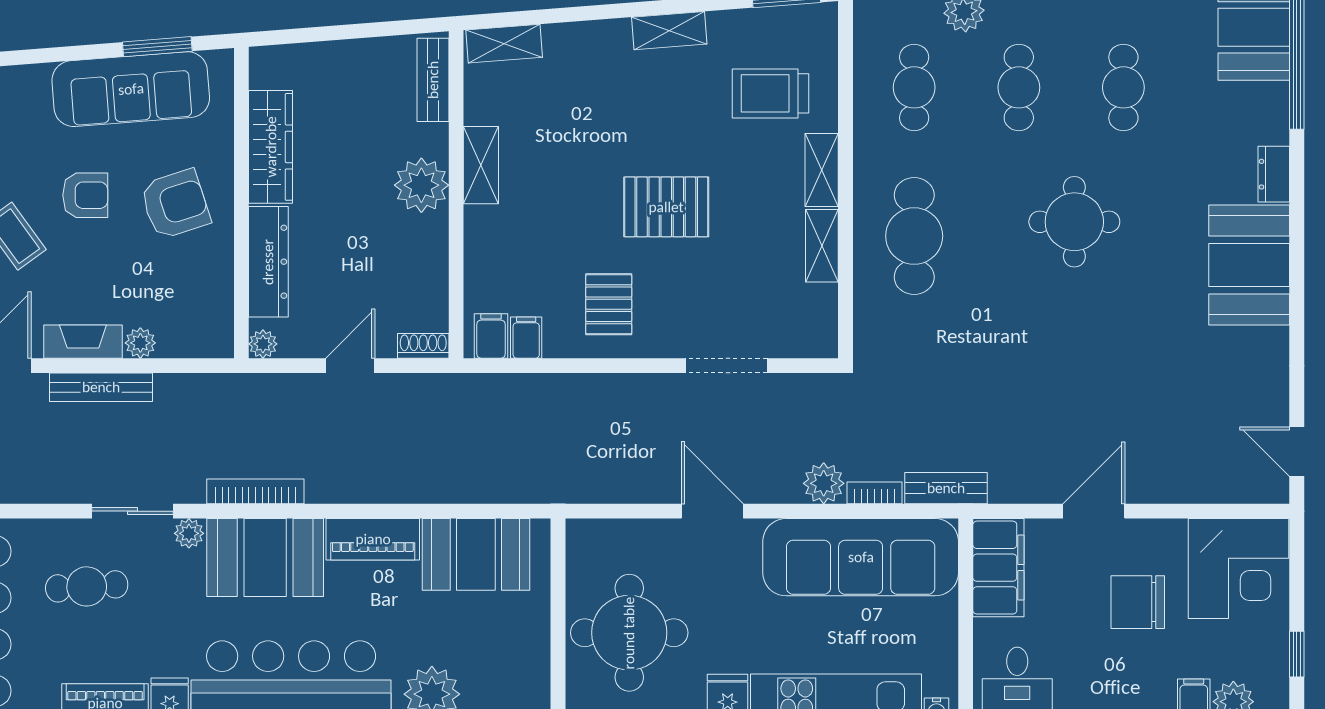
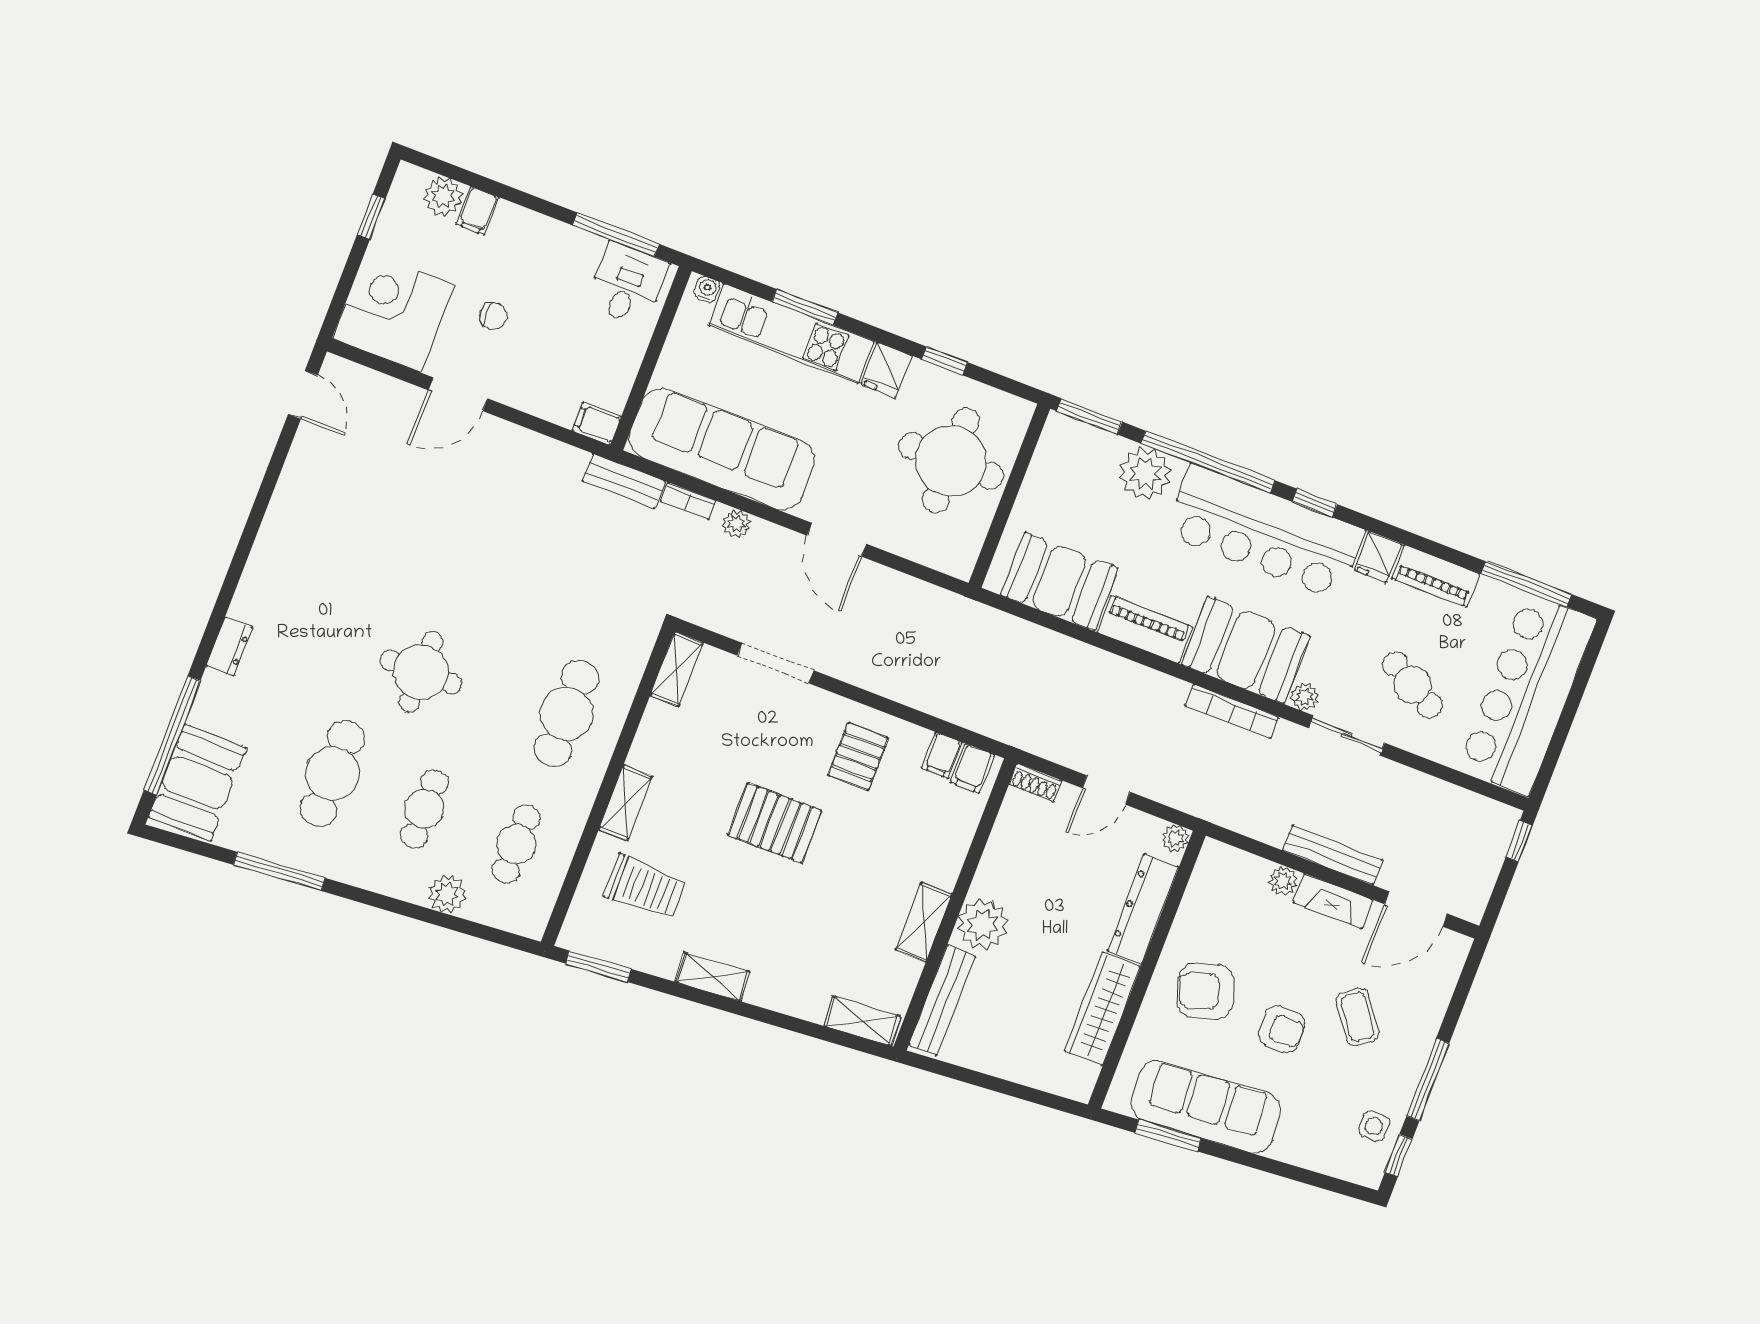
bench: (433, 80) -> (942, 1000), width x1.36
cafe table: (1123, 87) -> (332, 773), width x1.37, depth x1.35
armchair: (85, 195) -> (1282, 1029), turned 180
shelving: (822, 246) -> (677, 669), moved
booth: (1249, 265) -> (282, 575), removed
plant: (824, 483) -> (736, 524), width x0.73, depth x0.73
door: (1094, 511) -> (458, 394), moved
filing cabinet: (998, 568) -> (597, 424), width x0.33, depth x0.86
cafe table: (87, 586) -> (1412, 685), turned 33
chair: (1138, 602) -> (494, 316), width x0.54, depth x0.54

